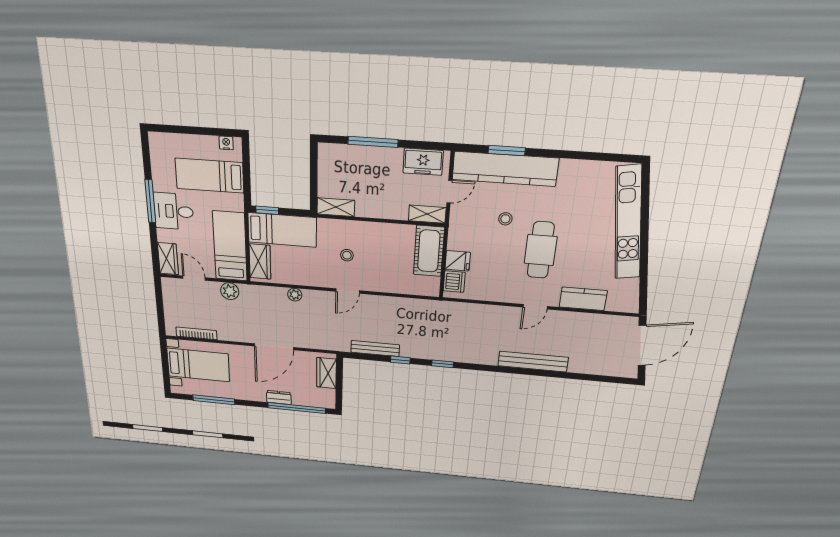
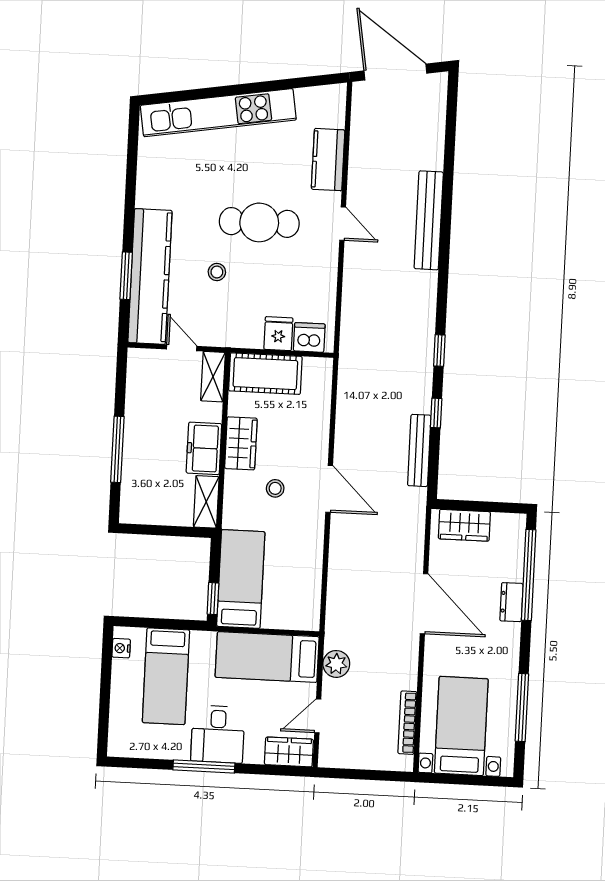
freezer: (423, 162) -> (204, 448), moved, turned 180
wardrobe: (260, 262) -> (241, 443), moved, turned 90
door: (348, 291) -> (329, 489), width x1.38
plant: (295, 295) -> (338, 567), removed

